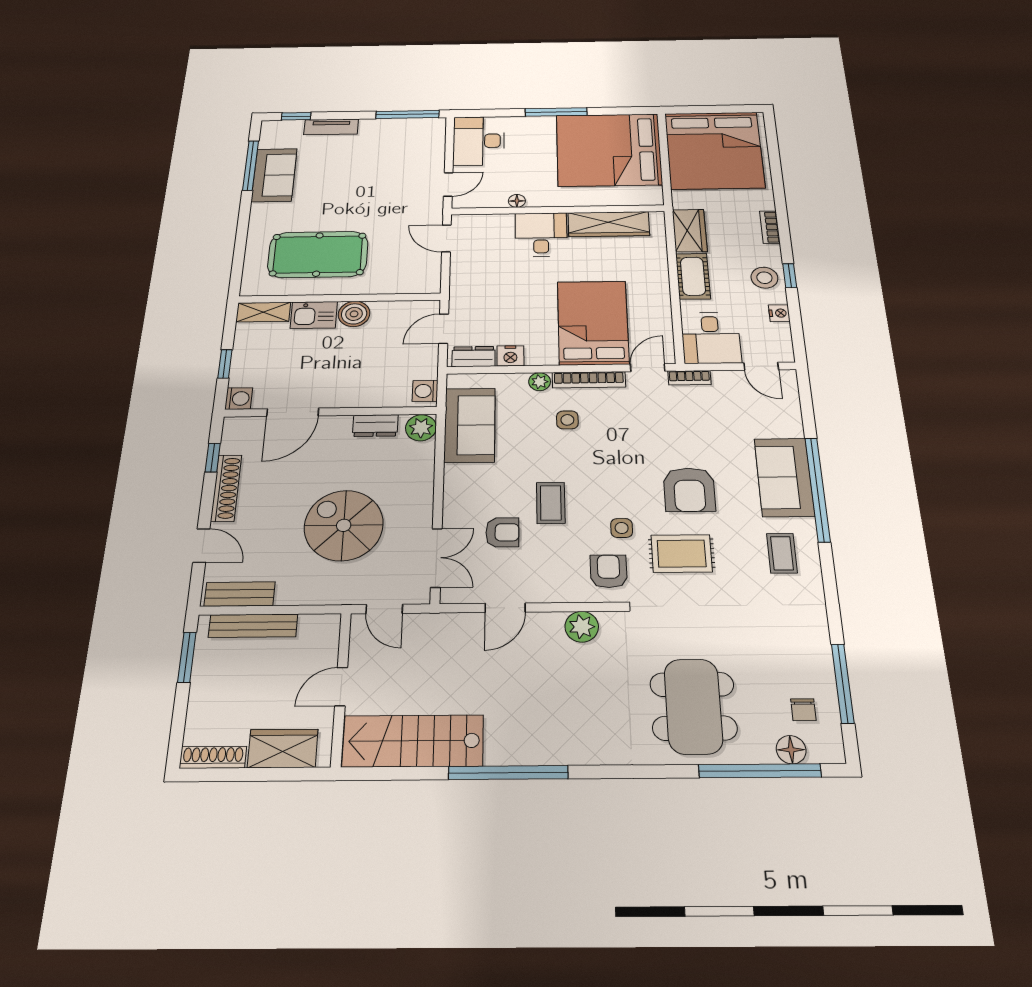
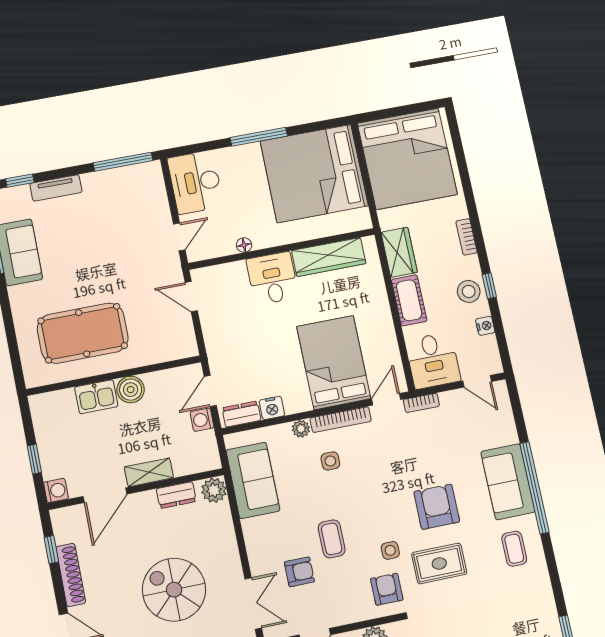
shelving: (263, 312) -> (149, 472), moved
washing machine: (425, 391) -> (202, 420), moved
armchair: (689, 490) -> (437, 507), turned 180

